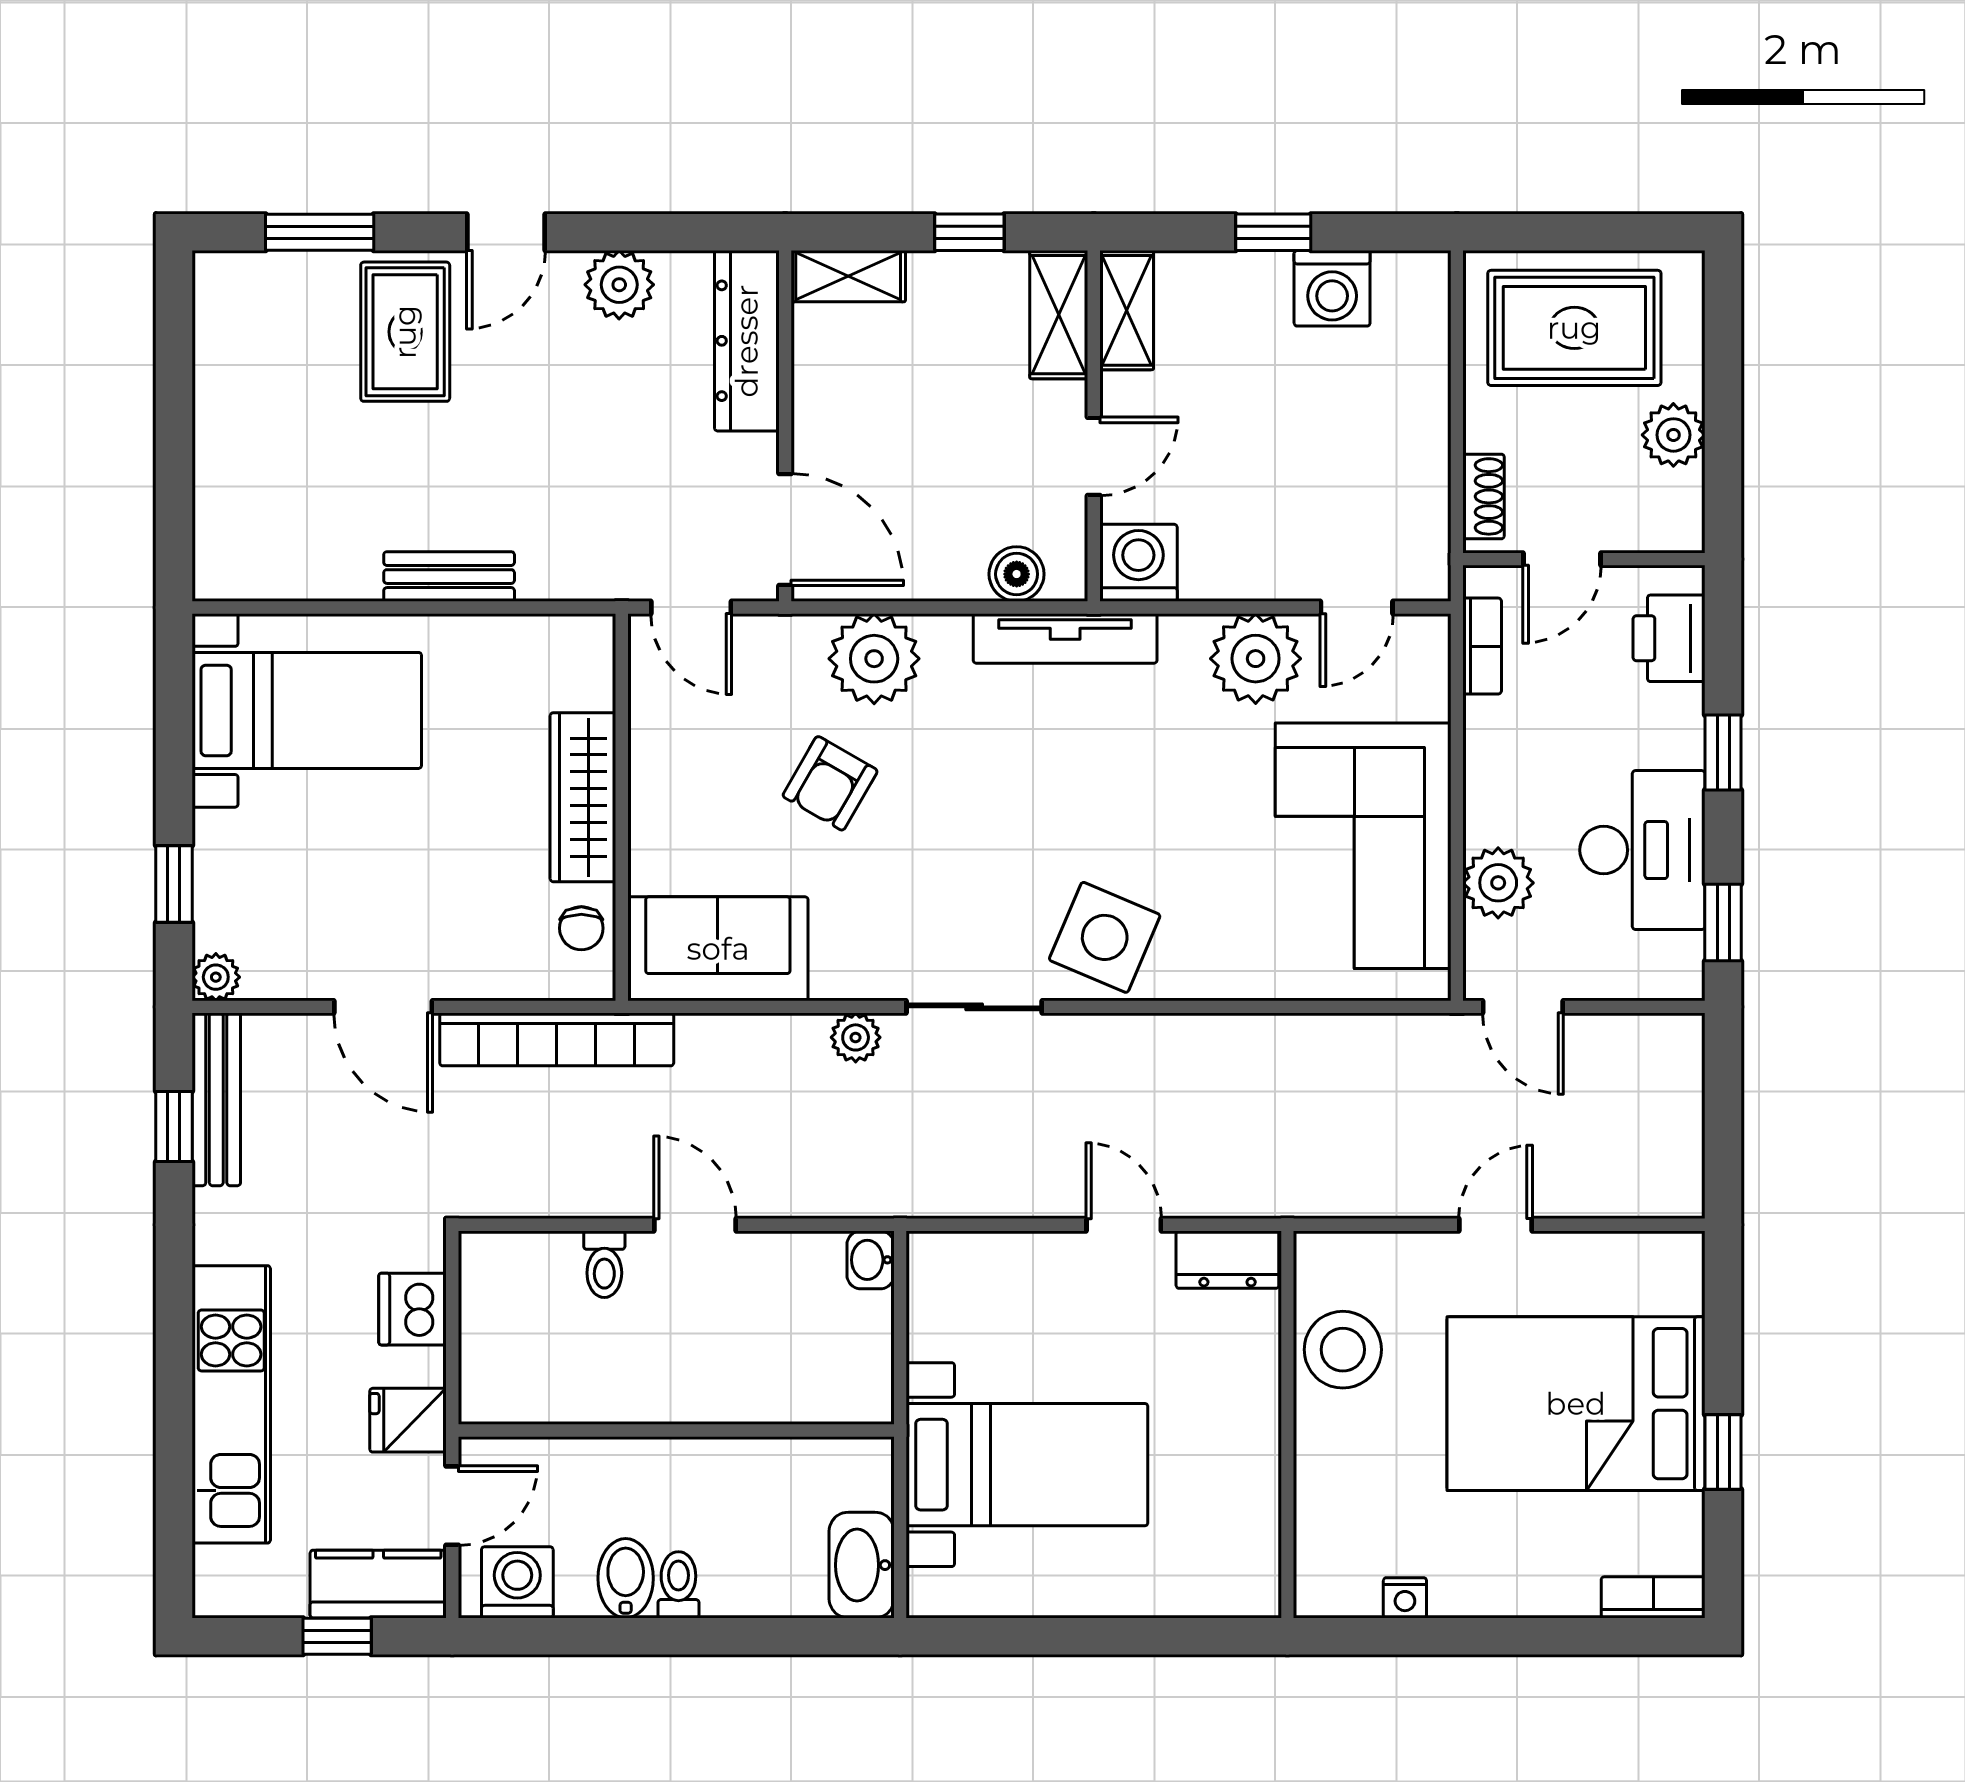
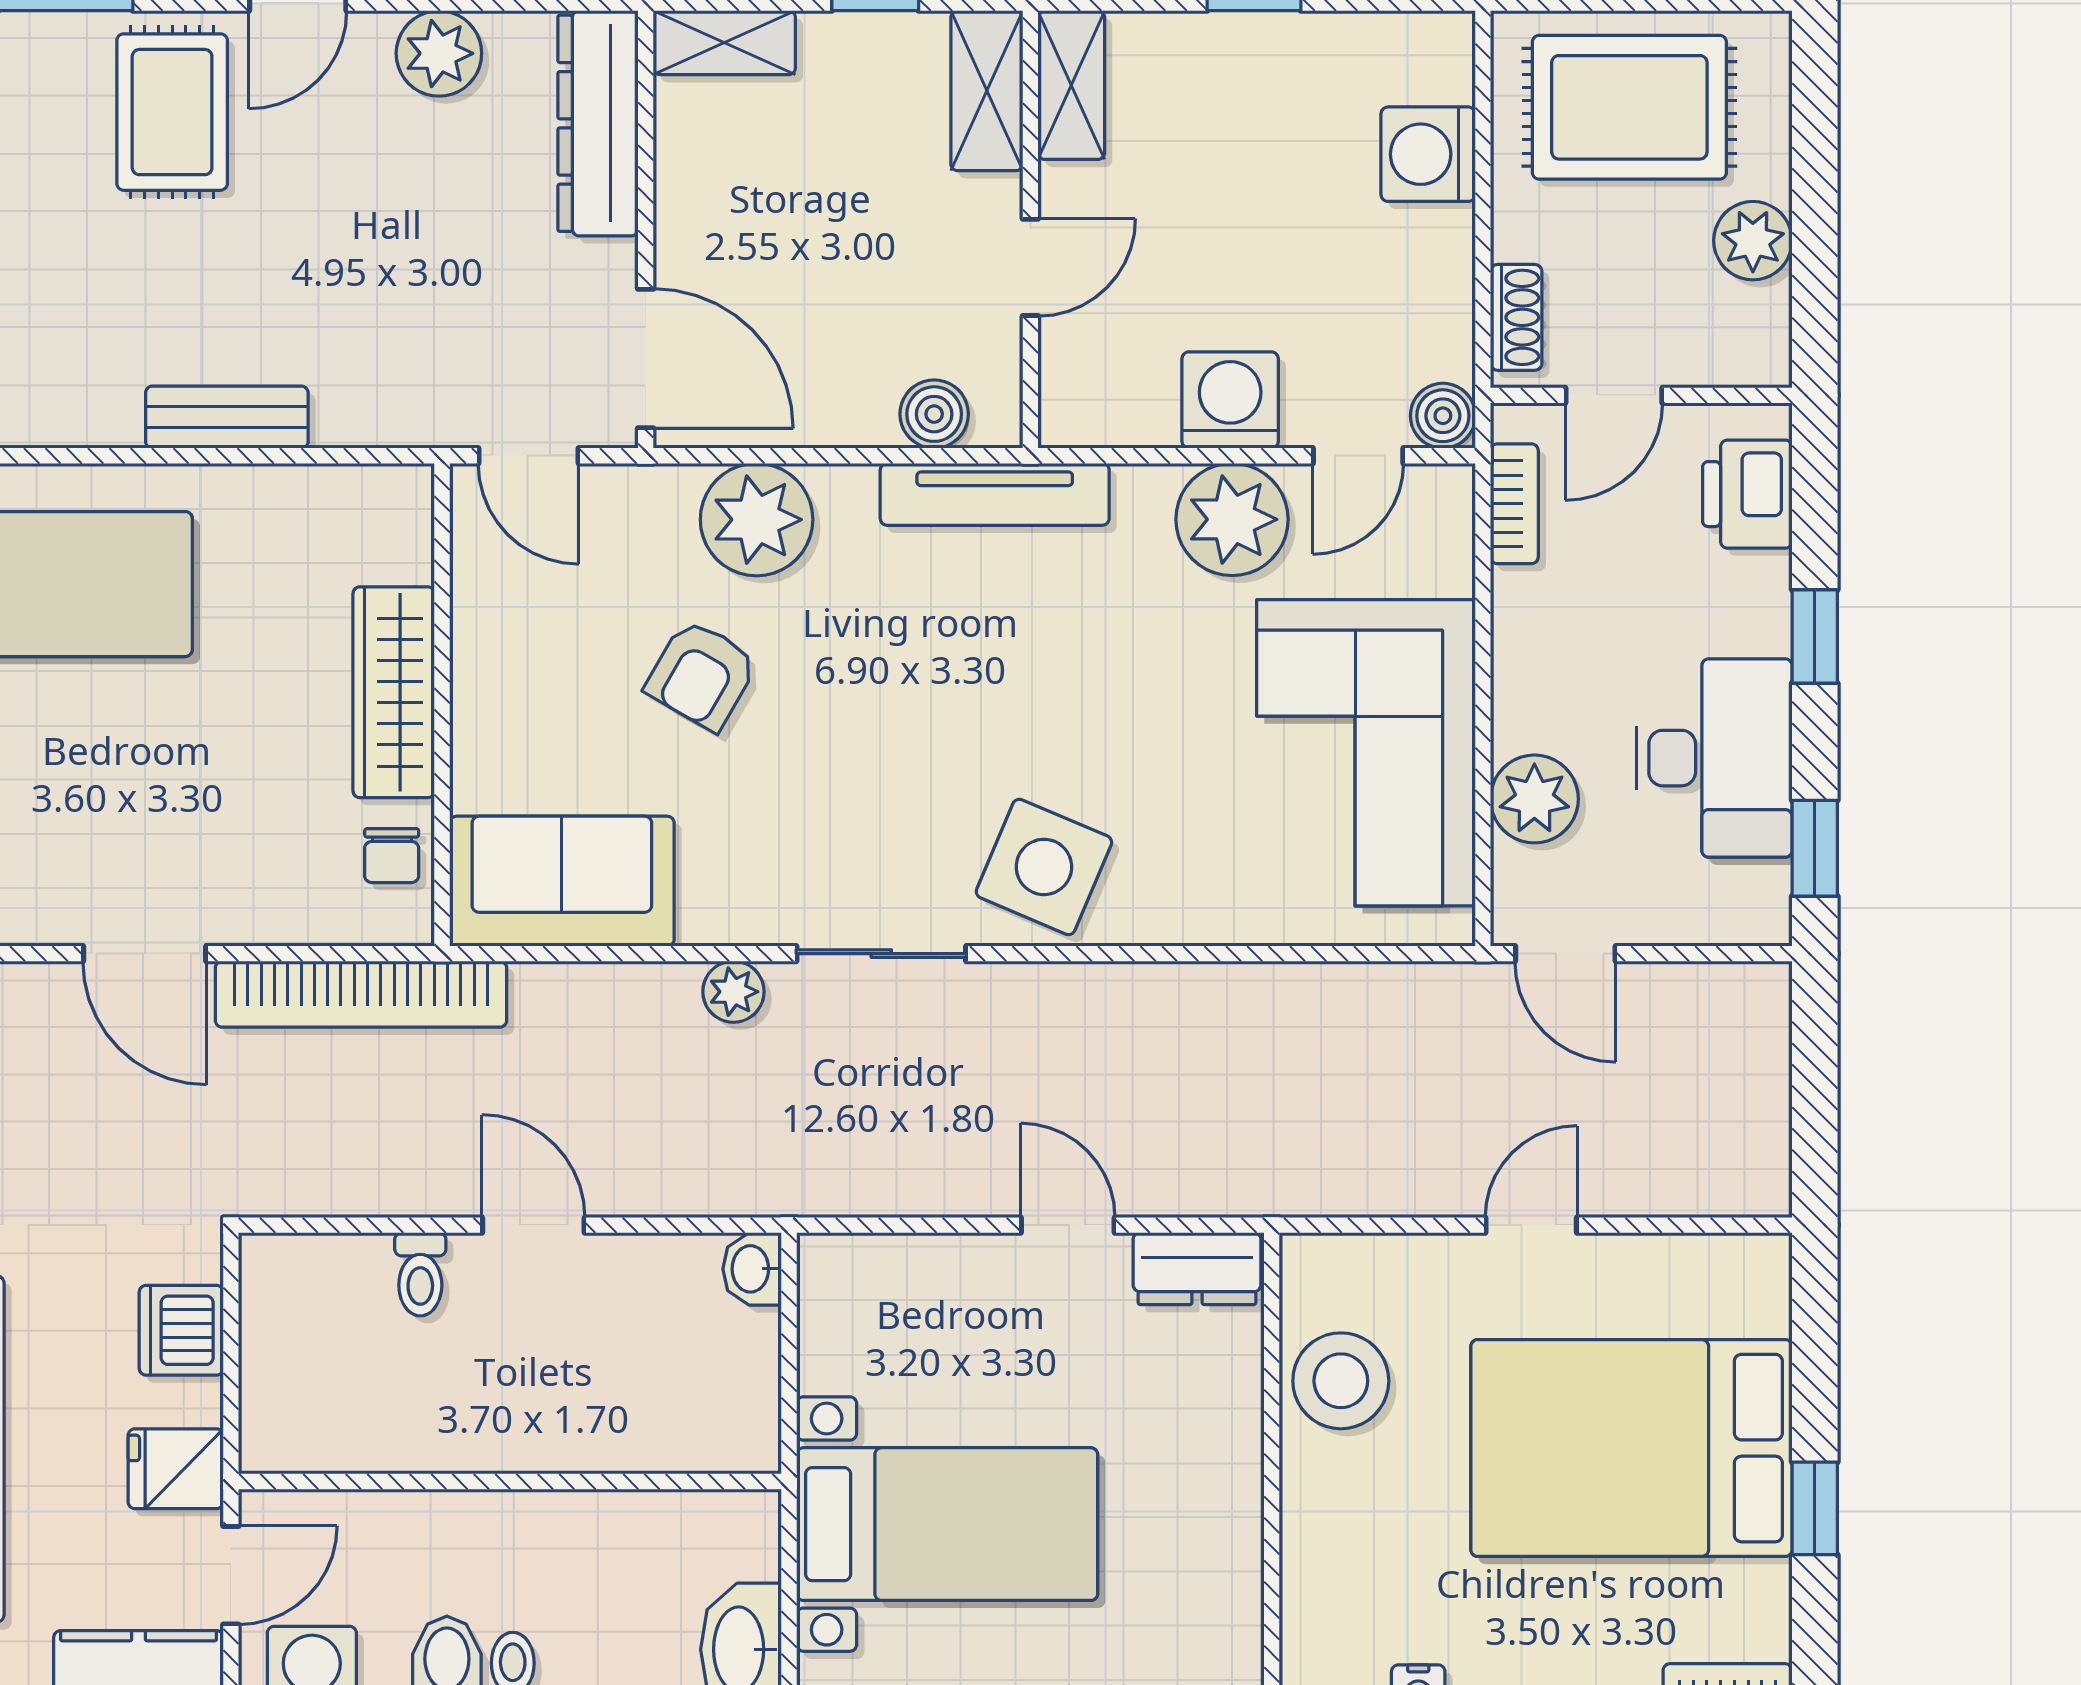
washing machine: (1332, 288) -> (1428, 154), moved, turned 90
washing machine: (1138, 563) -> (1230, 400), moved
boiler: (1425, 575) -> (1443, 416), added

